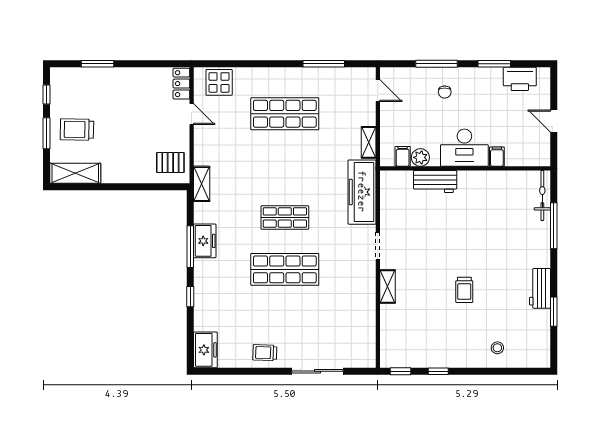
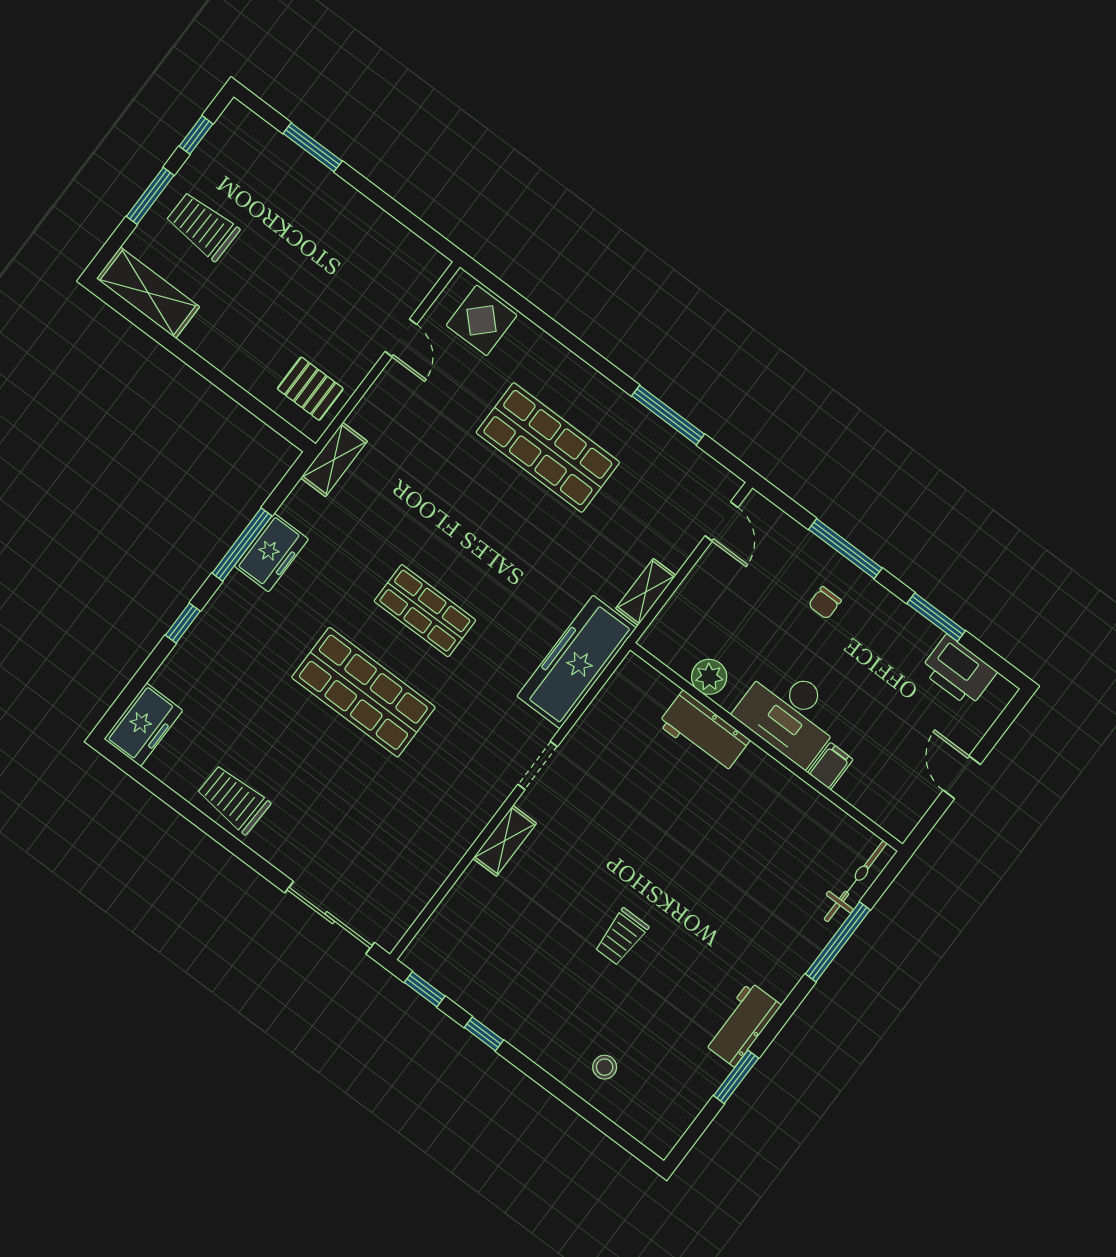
locker: (181, 84) -> (421, 278), removed
filing cabinet: (403, 156) -> (682, 654), removed
trolley: (265, 353) -> (233, 799), width x1.36, depth x1.39
sliding door: (318, 371) -> (330, 918), moved

